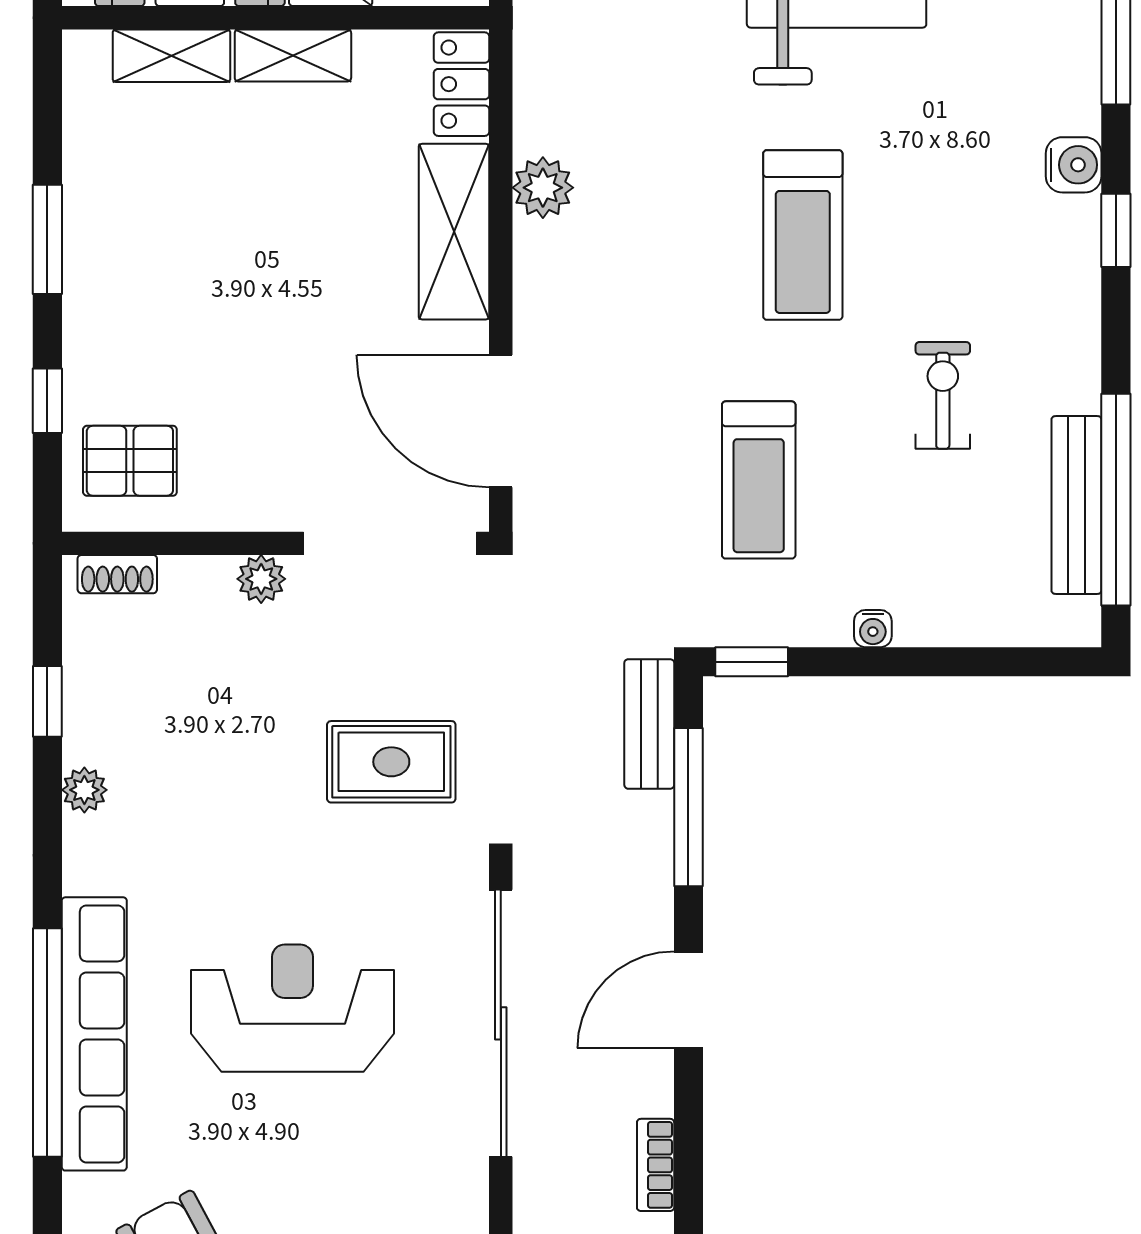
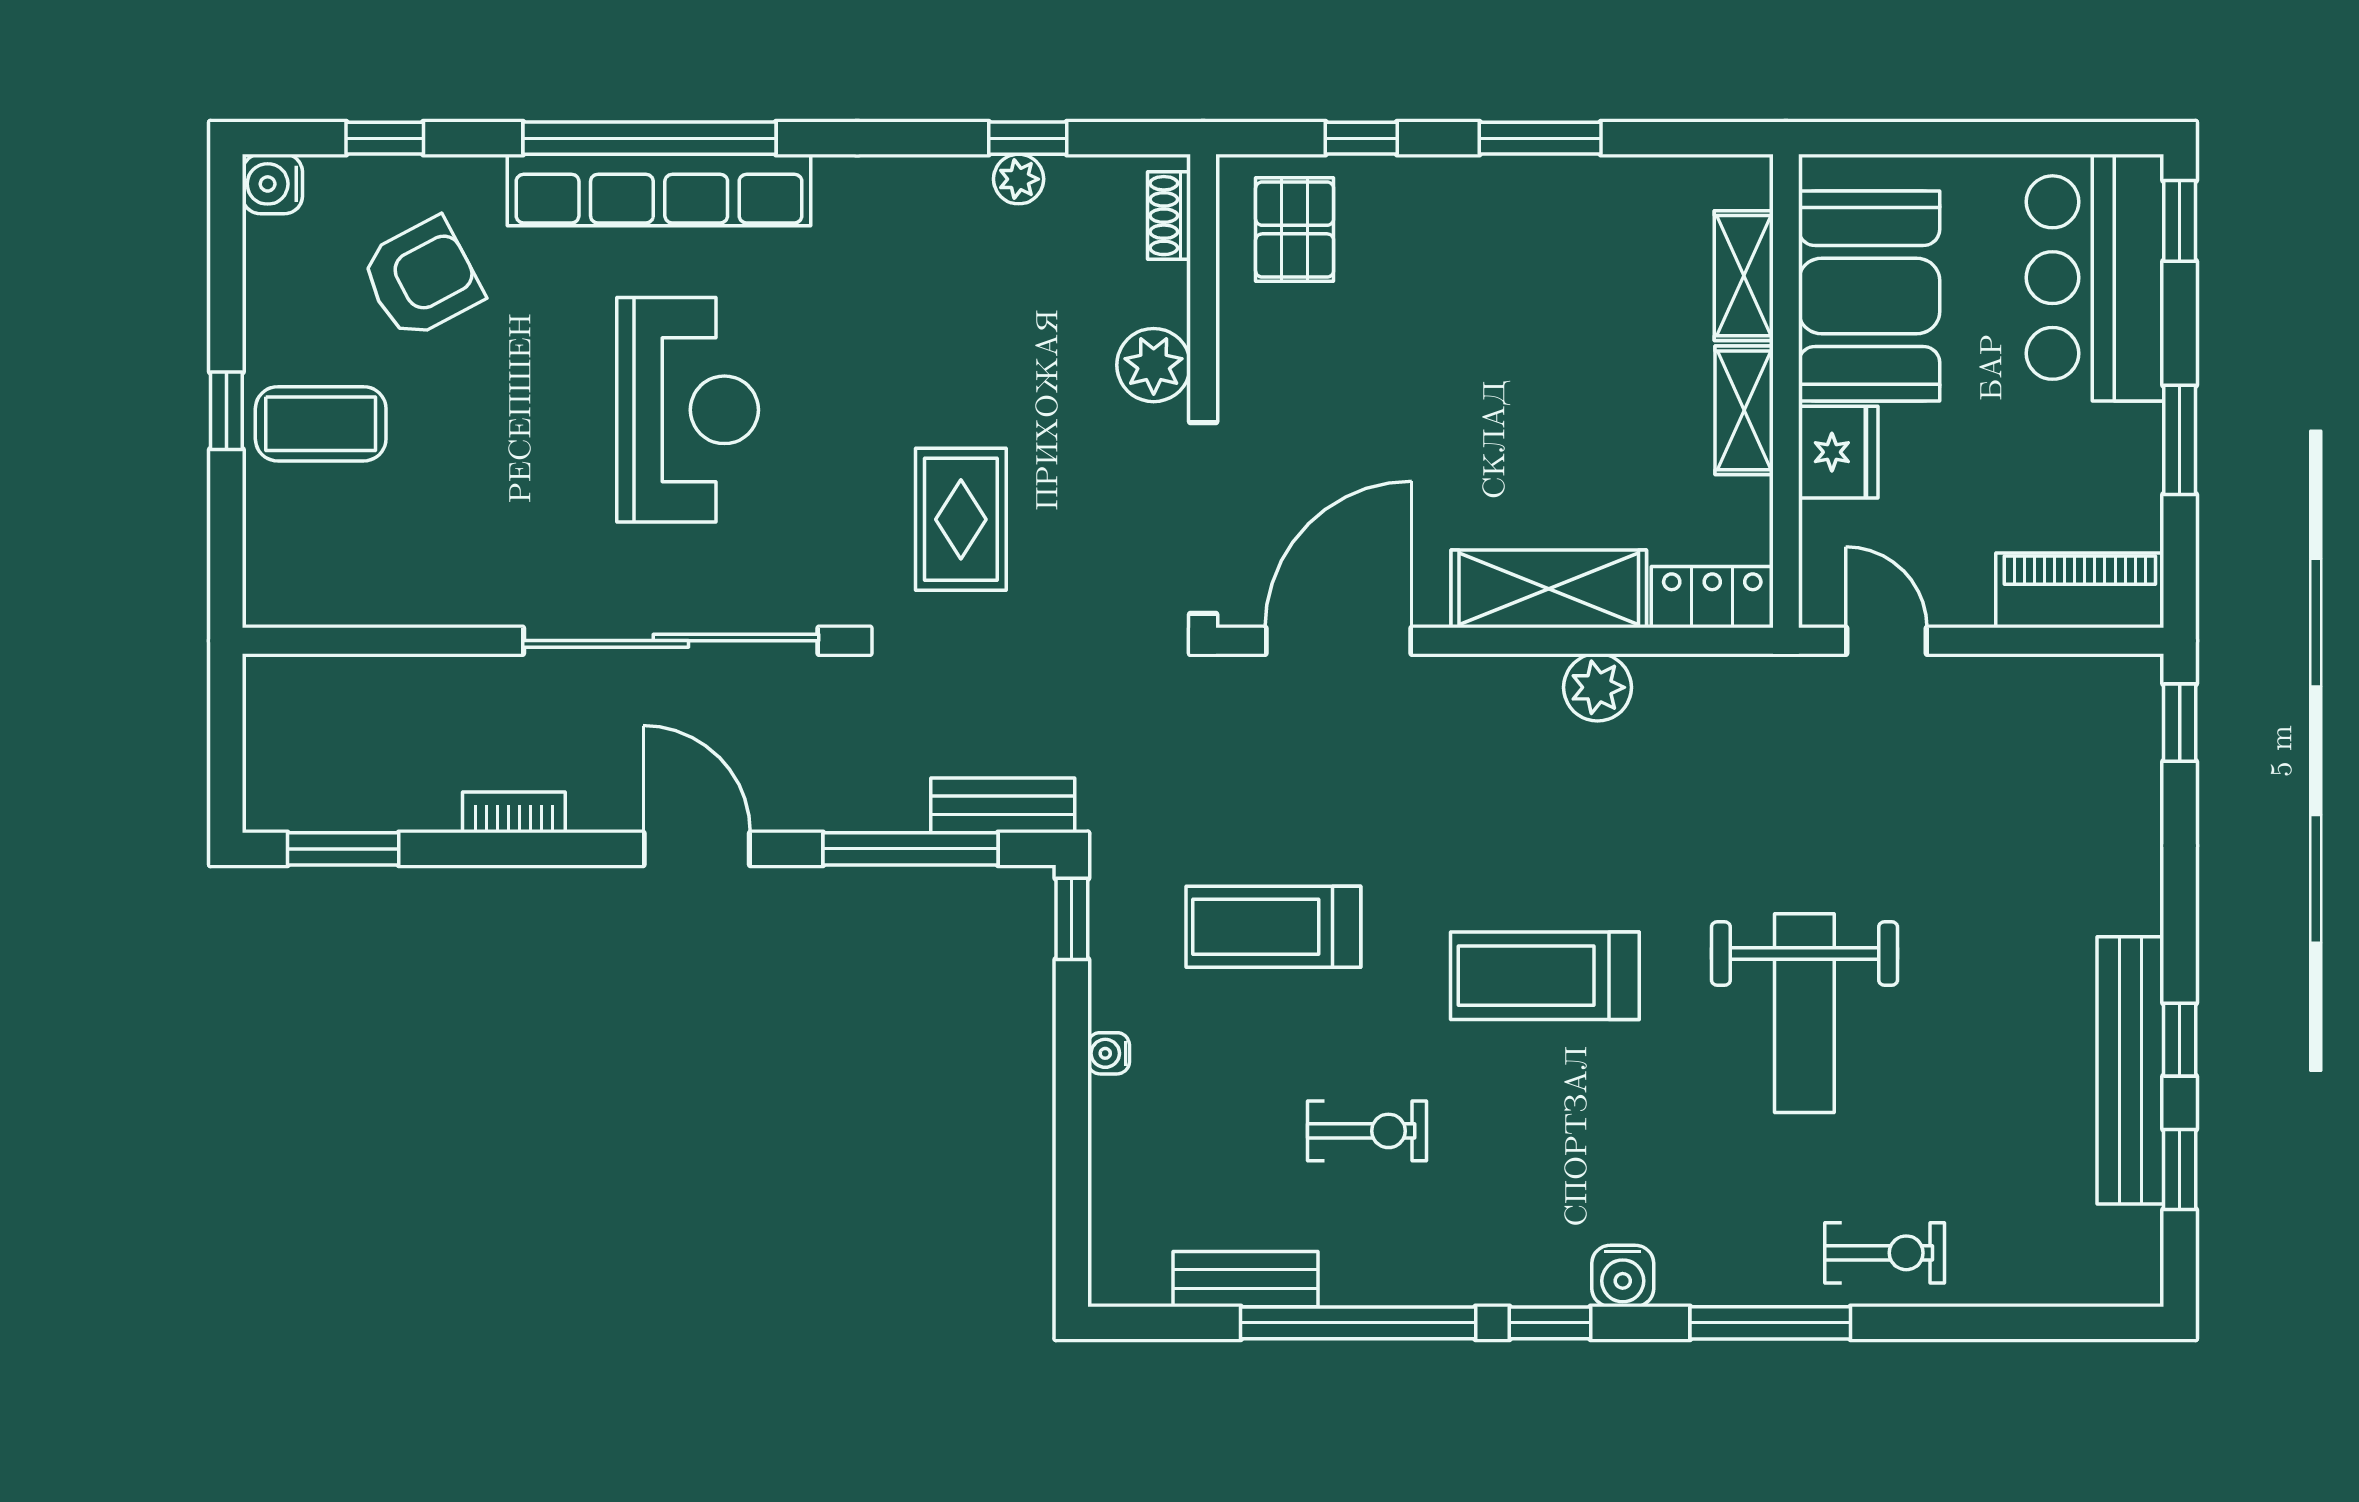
window: (1116, 500) -> (1358, 1323), moved
bench: (1076, 505) -> (1246, 1279), width x0.73
plant: (261, 579) -> (1154, 365), width x1.38, depth x1.38
plant: (84, 790) -> (1019, 179), moved

